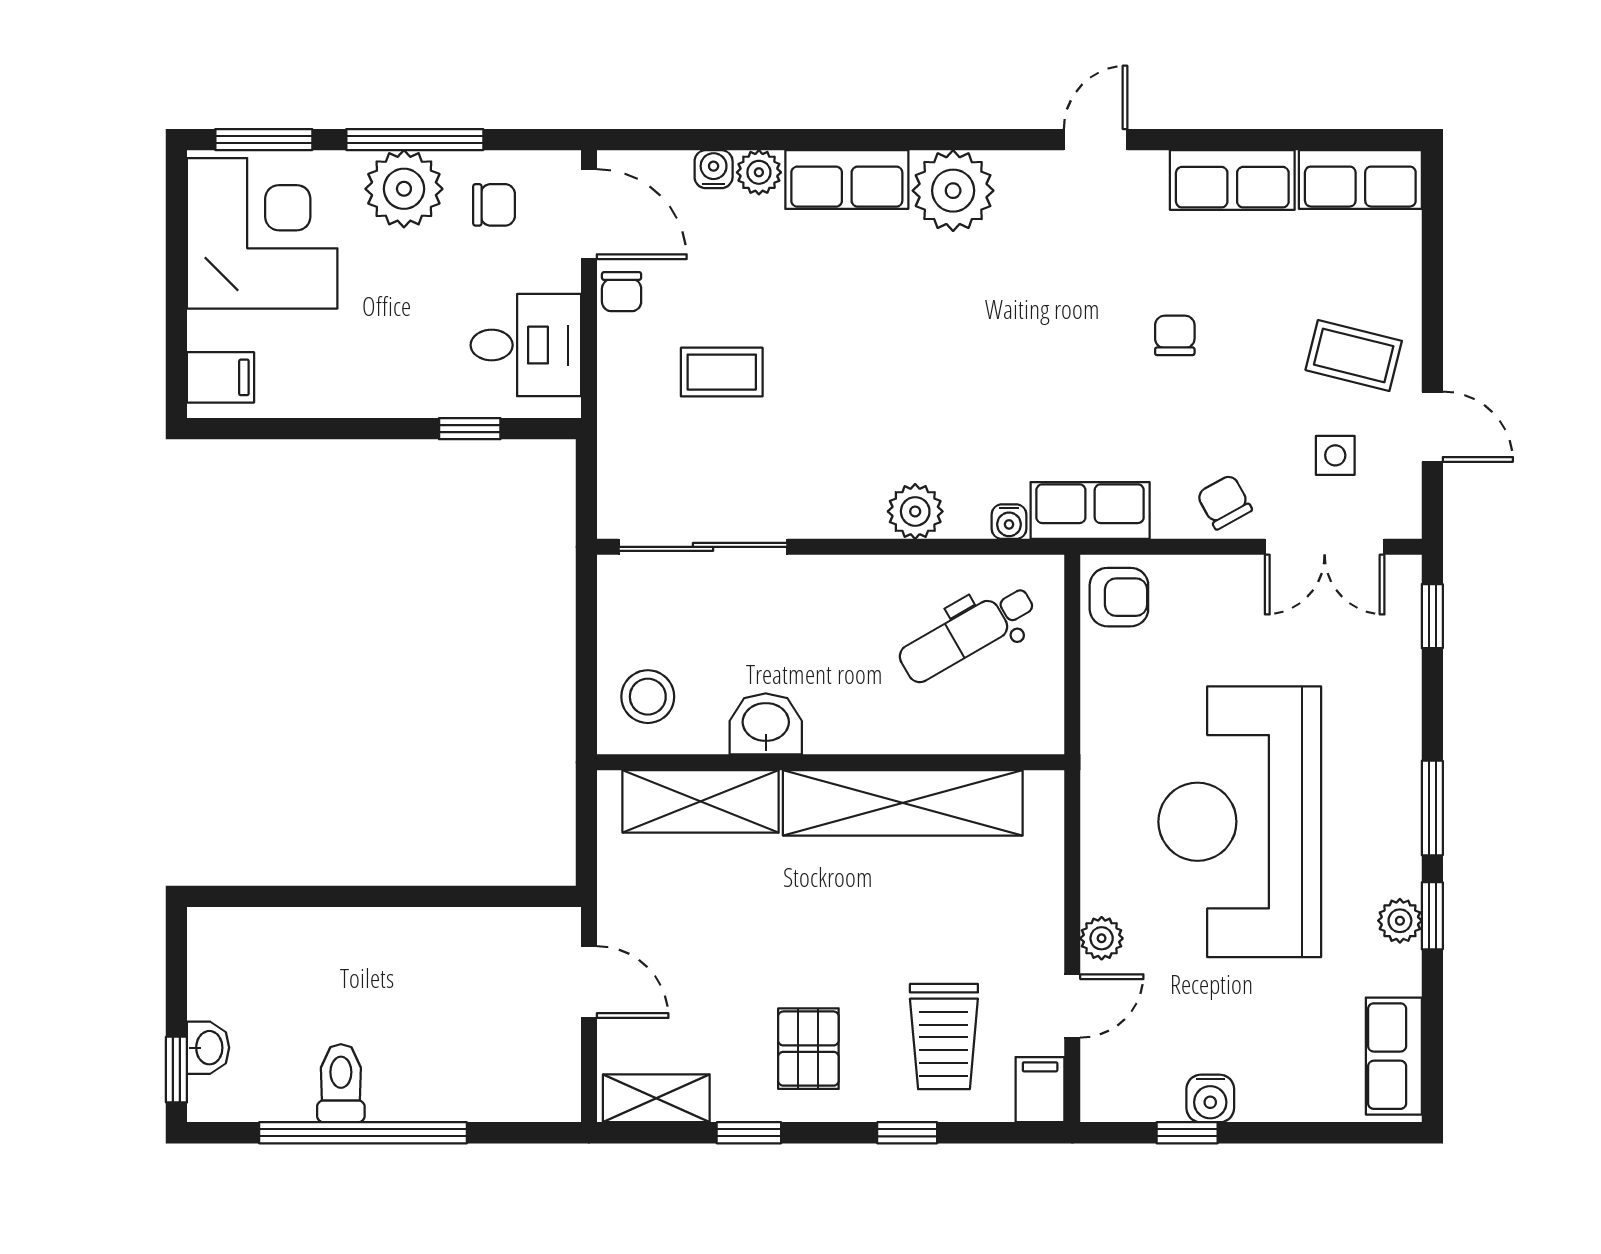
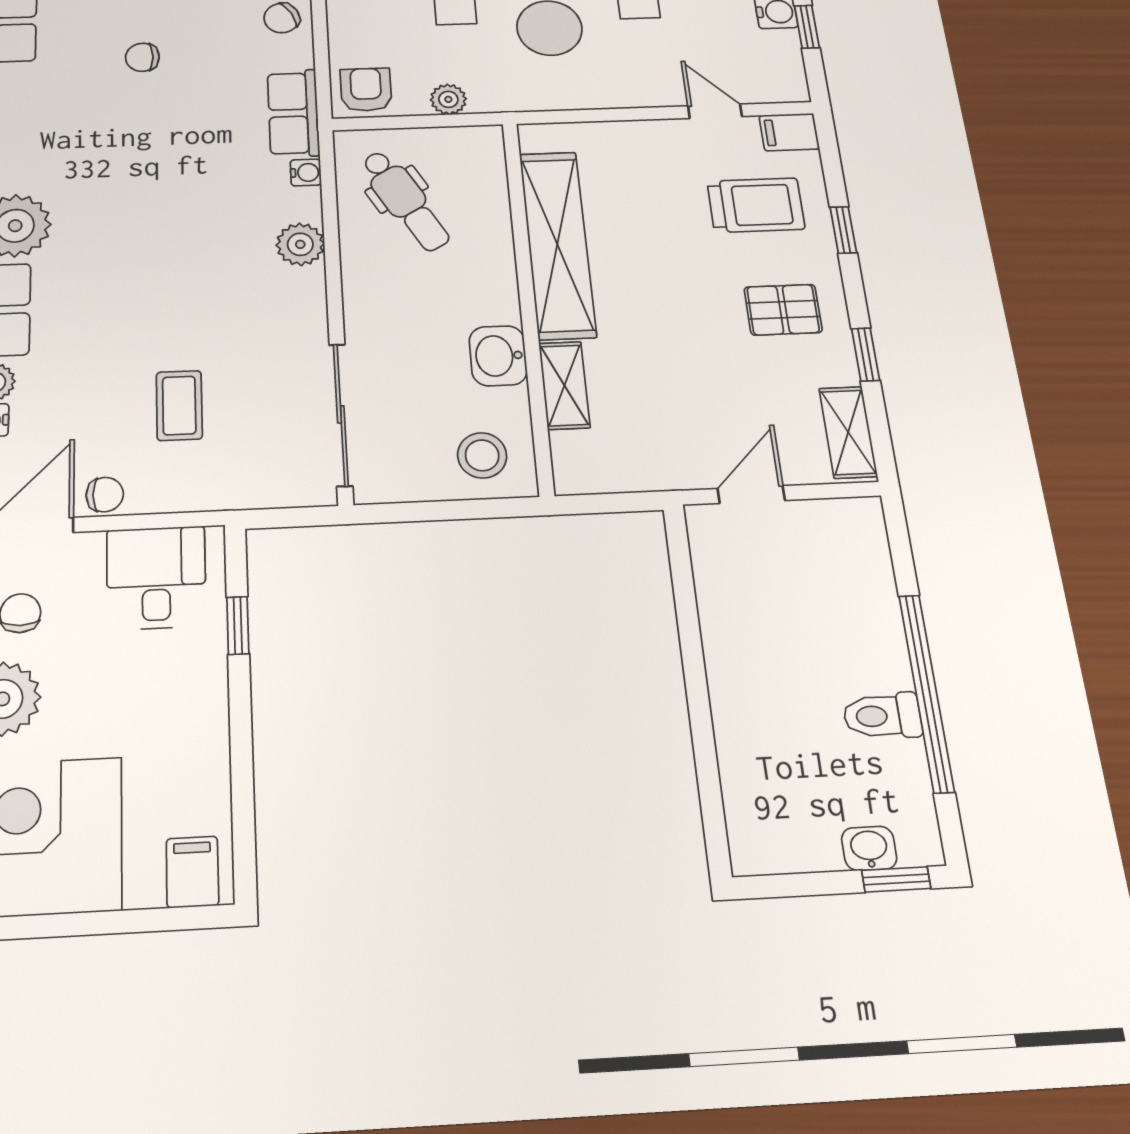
shelving: (701, 801) -> (564, 385), width x0.67, depth x0.75
plant: (1102, 938) -> (448, 99), moved

